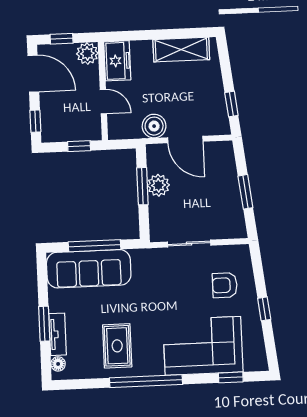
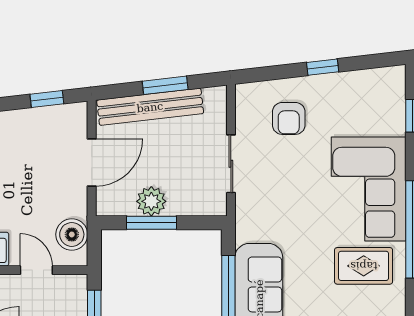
door: (103, 102) -> (36, 270), hinge flipped
boiler: (154, 126) -> (72, 234), moved
bench: (229, 181) -> (150, 107), added
corner sofa: (203, 346) -> (369, 189), moved

